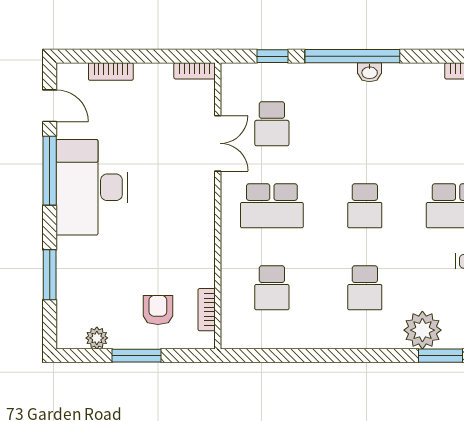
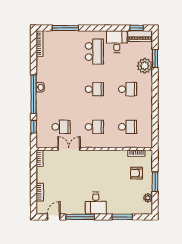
desk: (92, 187) -> (96, 203), width x0.53, depth x0.77
school desk: (272, 206) -> (94, 127), width x0.54

